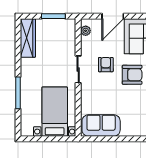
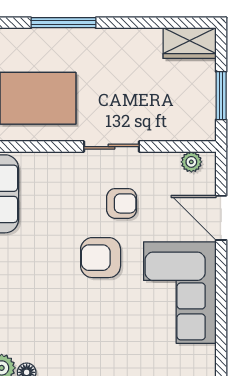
wardrobe: (28, 38) -> (190, 43), width x0.67
armchair: (132, 75) -> (101, 258), turned 90

